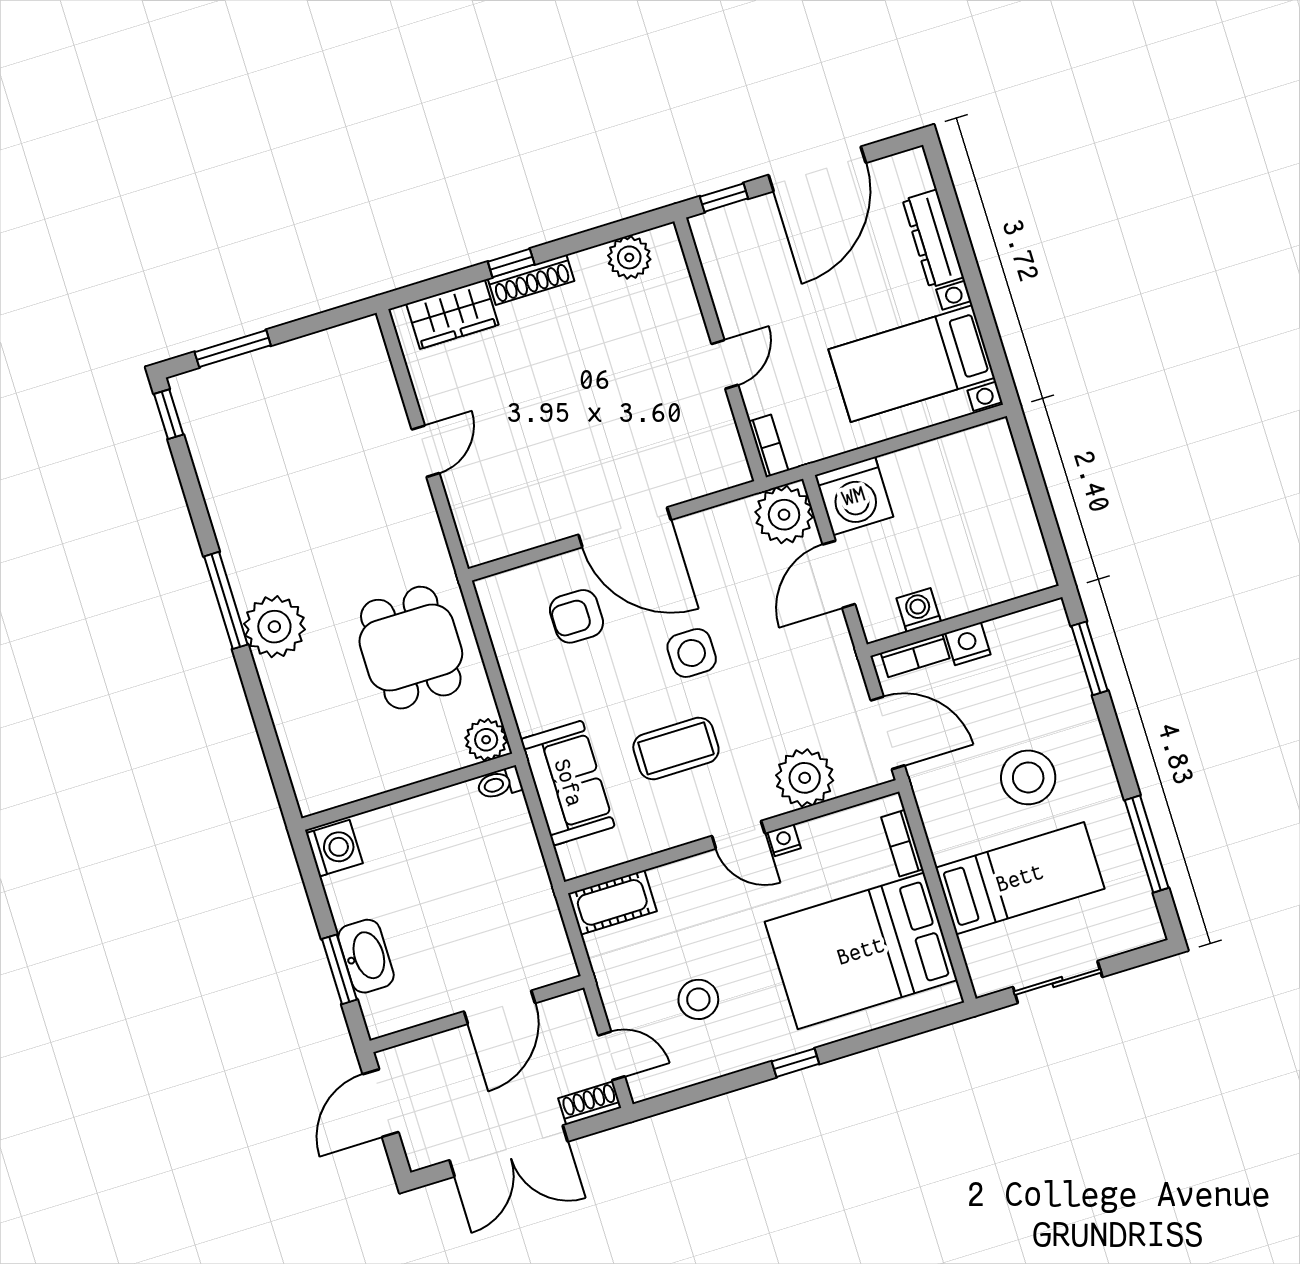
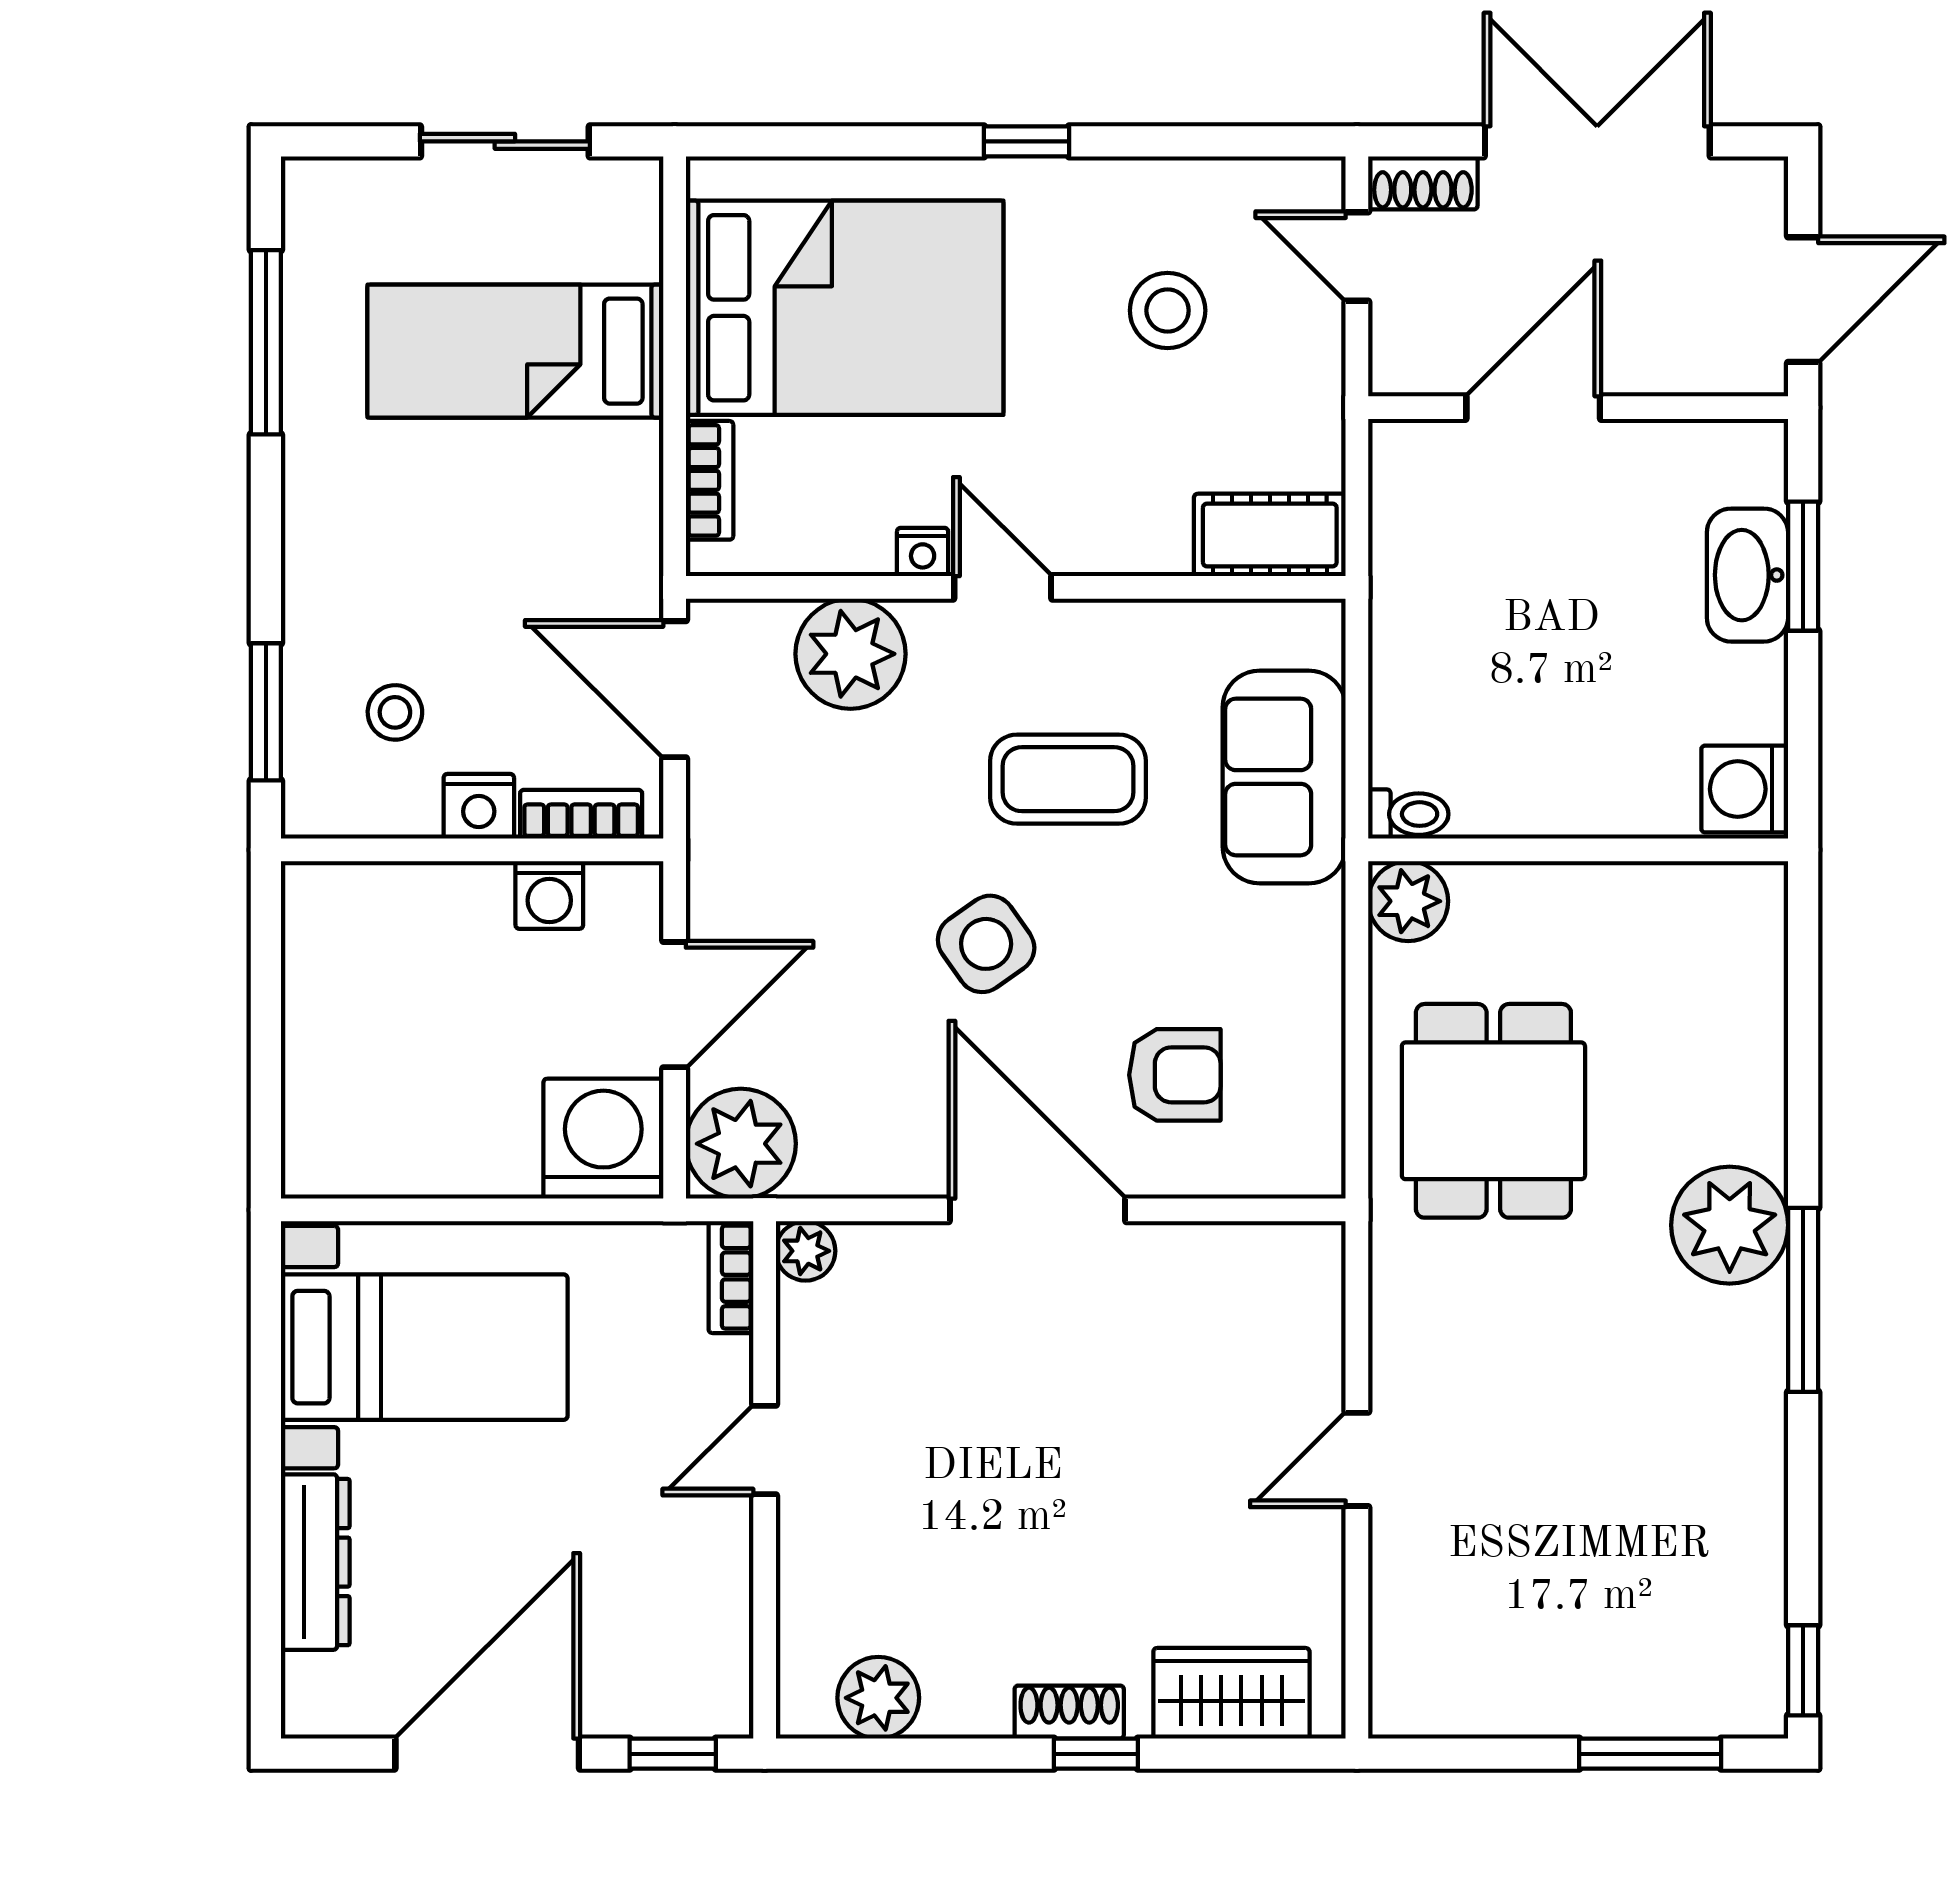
shoe rack: (531, 280) -> (1069, 1712), width x0.70
plant: (735, 471) -> (806, 1251), added
side table: (692, 653) -> (986, 944), turned -35
stool: (1028, 777) -> (395, 712), moved, width x0.53, depth x0.53

